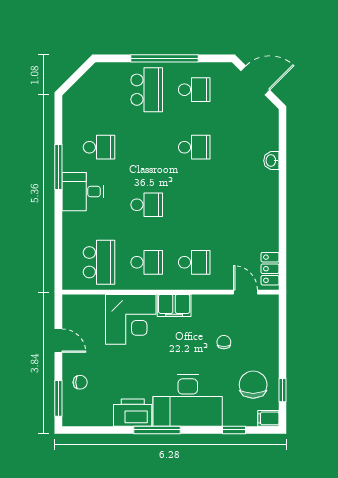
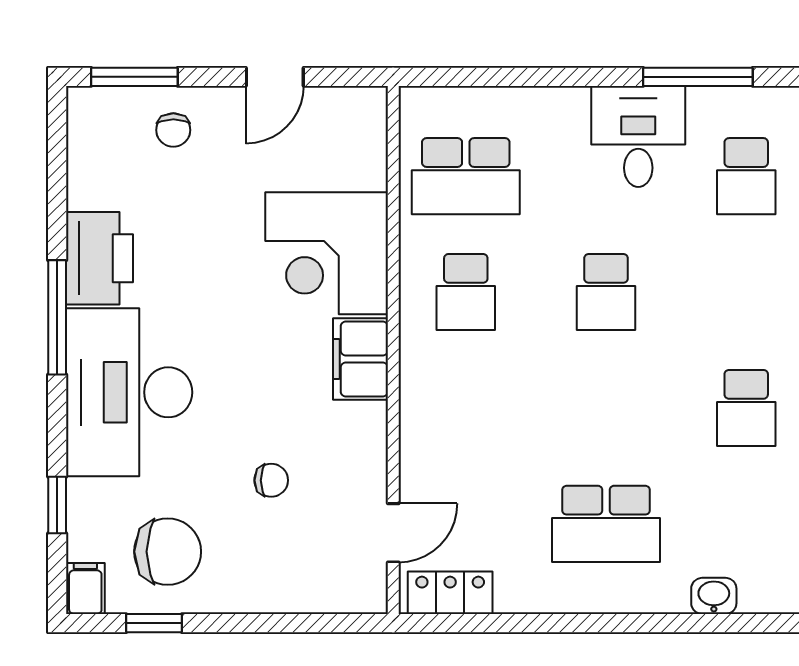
school desk: (194, 262) -> (606, 524), moved, width x1.85

